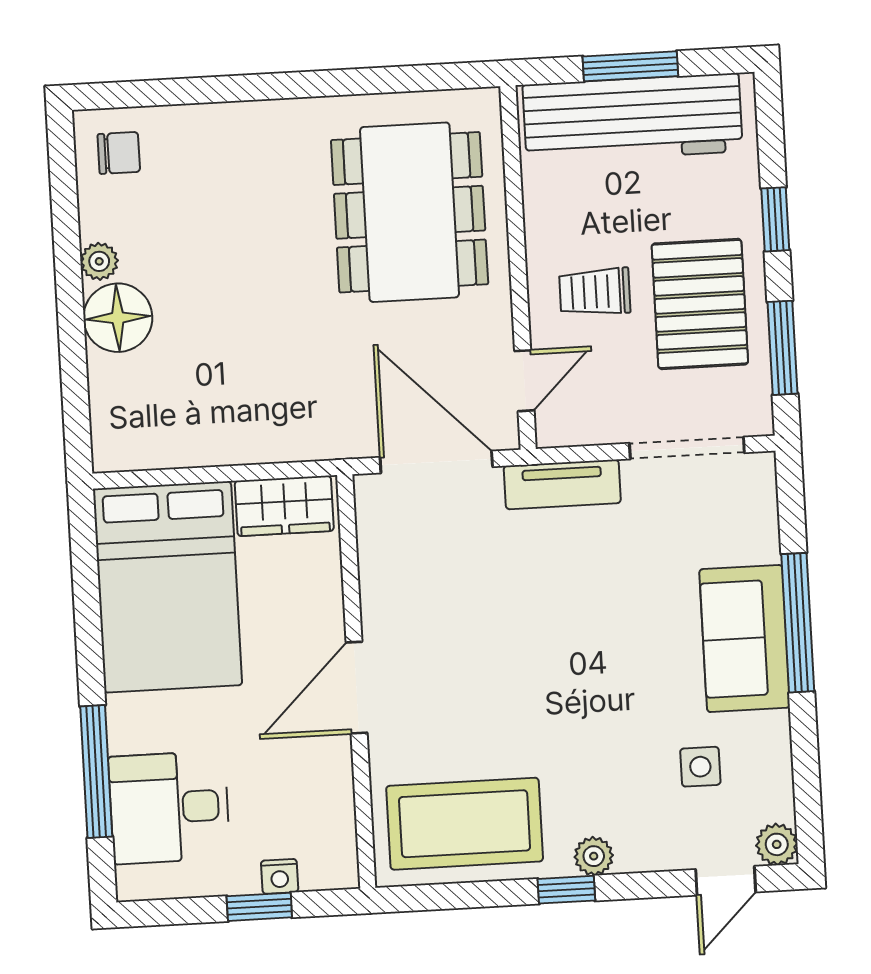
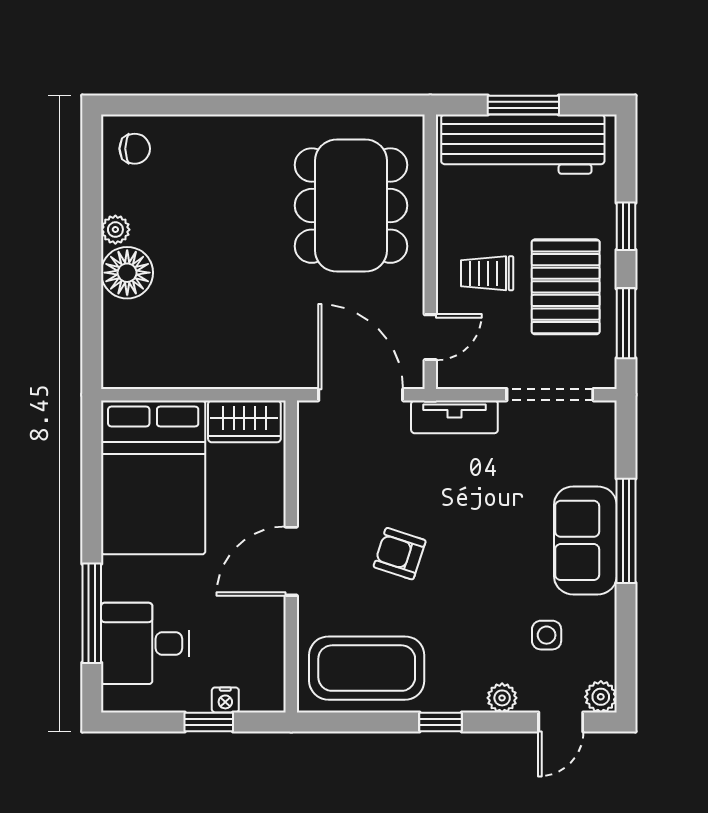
armchair: (500, 670) -> (400, 554), added
plant: (594, 856) -> (502, 698), moved

